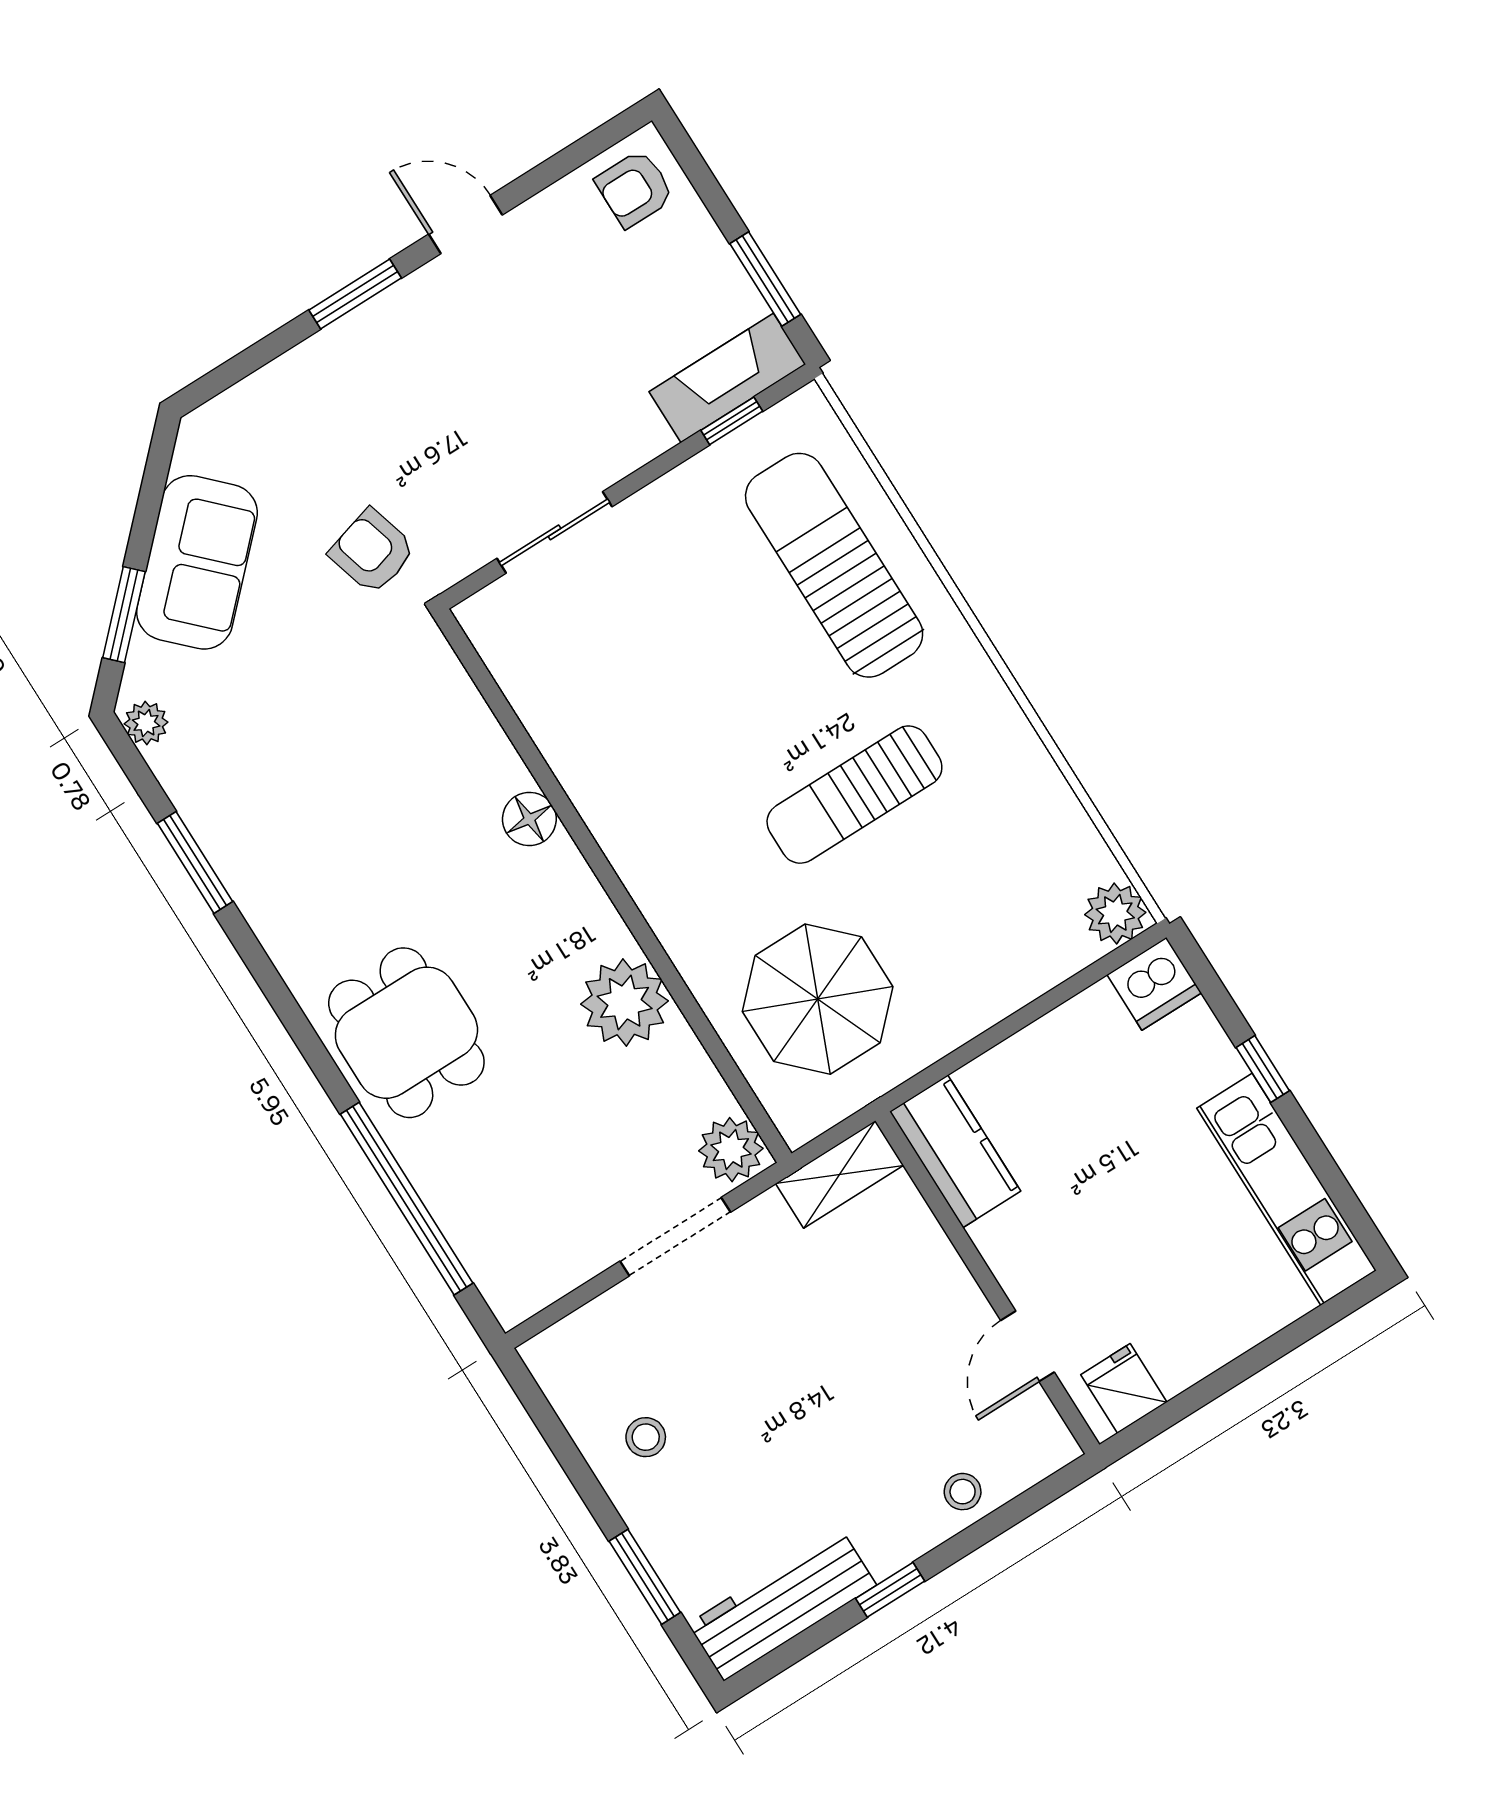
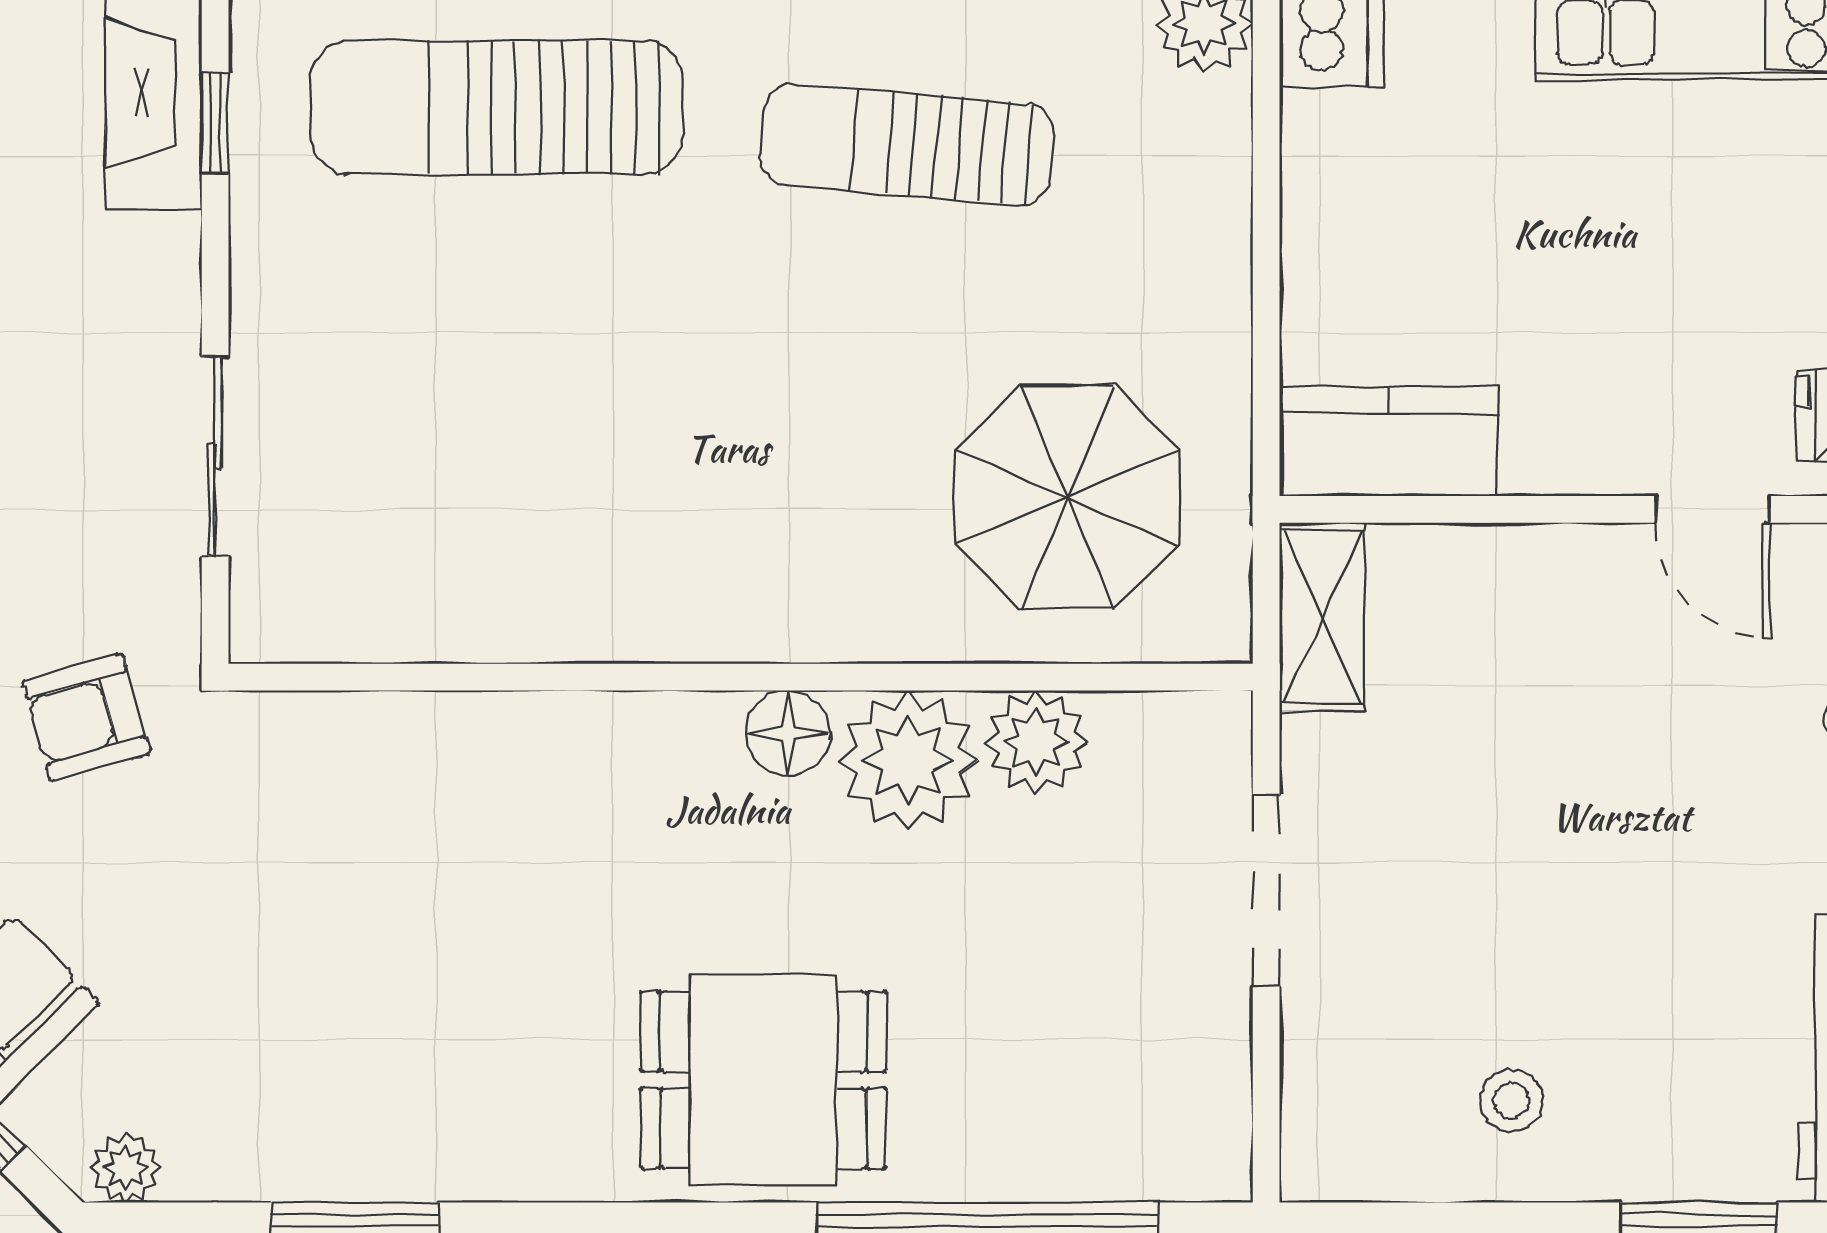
sun lounger: (854, 795) -> (907, 145), moved, turned 95
floor lamp: (529, 819) -> (788, 733), moved
plant: (731, 1150) -> (1036, 742), moved

